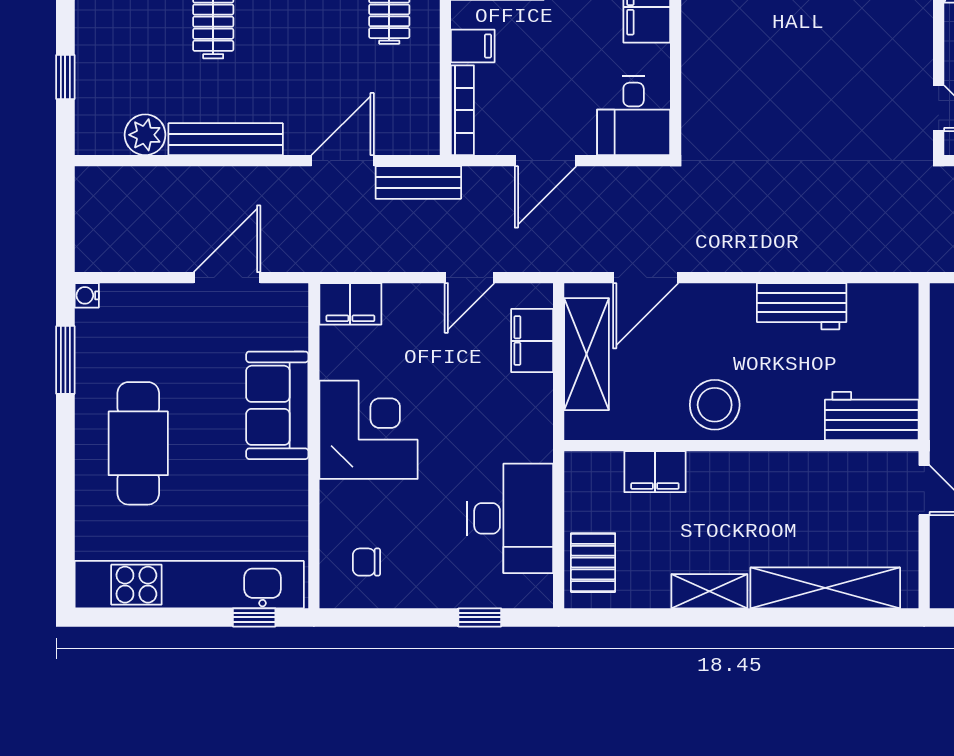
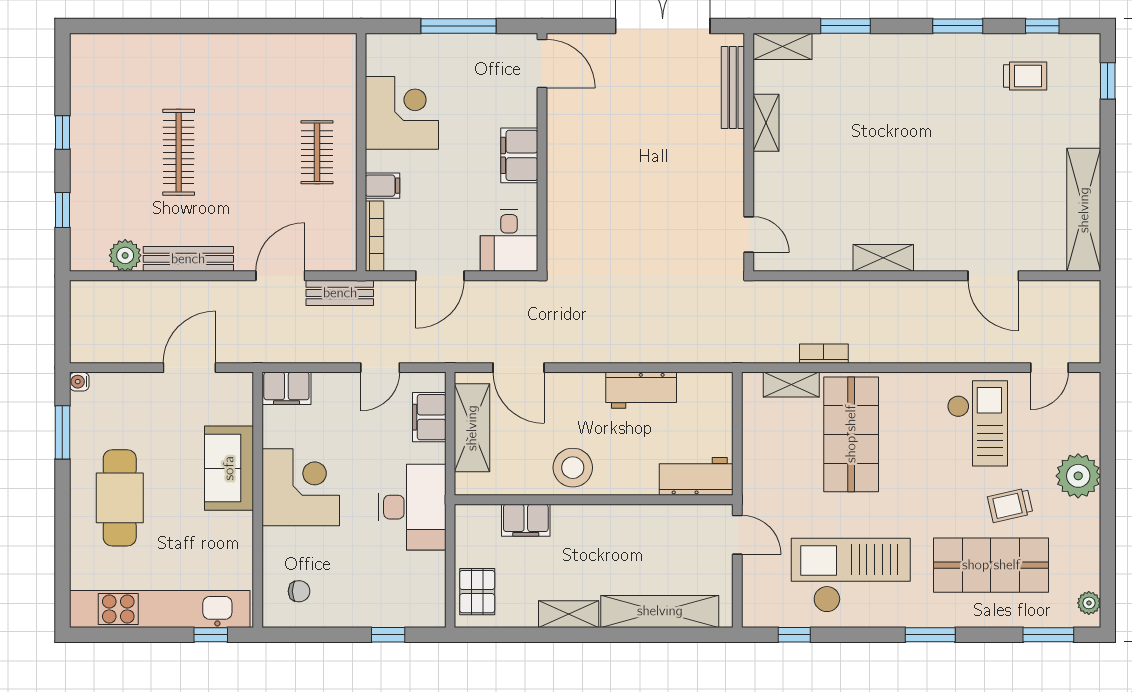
door: (646, 278) -> (519, 368), hinge flipped
desk: (510, 518) -> (412, 507), moved
chair: (366, 562) -> (299, 591), turned 180

